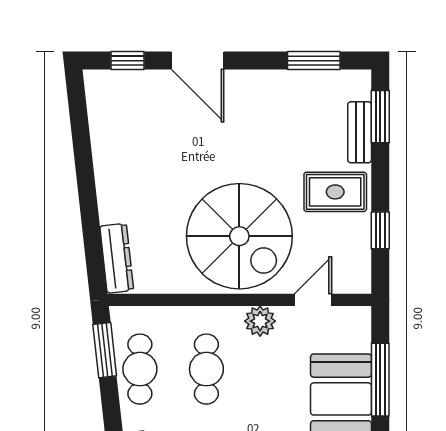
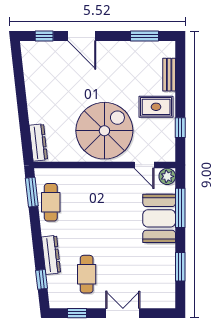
window: (380, 117) -> (180, 66), removed
spiral stairs: (239, 236) -> (104, 131), turned -90
door: (313, 300) -> (144, 165), swing flipped
plant: (260, 321) -> (167, 176), moved
cafe table: (206, 369) -> (87, 202), removed

